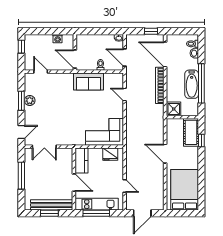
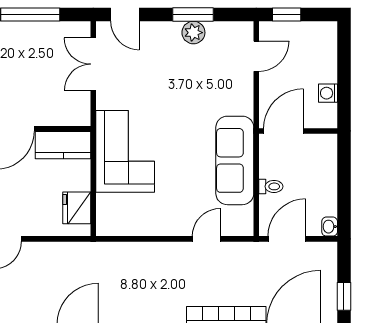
window: (21, 47) -> (287, 15), moved
sofa: (89, 81) -> (235, 160), width x1.36
corner sofa: (105, 132) -> (125, 151), moved

